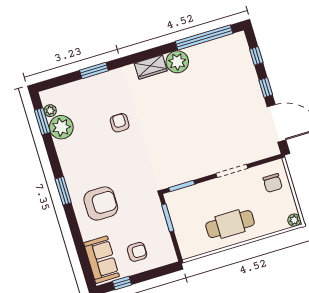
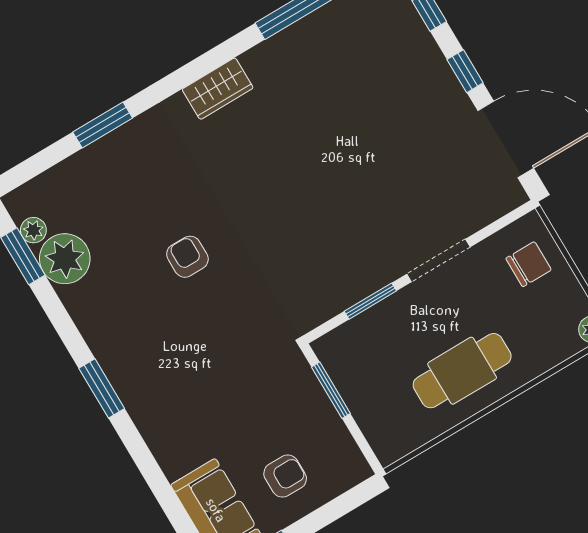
plant: (177, 62) -> (270, 64), removed
armchair: (120, 123) -> (187, 257), moved
chair: (273, 183) -> (529, 264), turned -90
window: (182, 186) -> (370, 301), moved
armchair: (101, 203) -> (185, 395), removed

